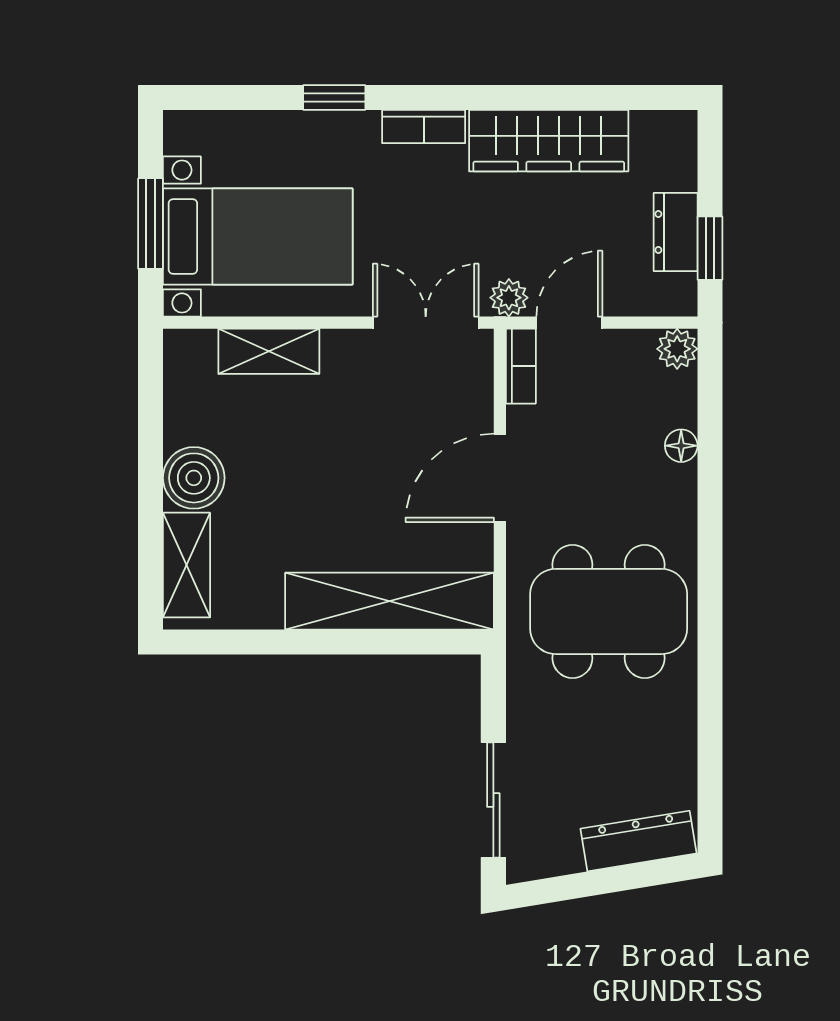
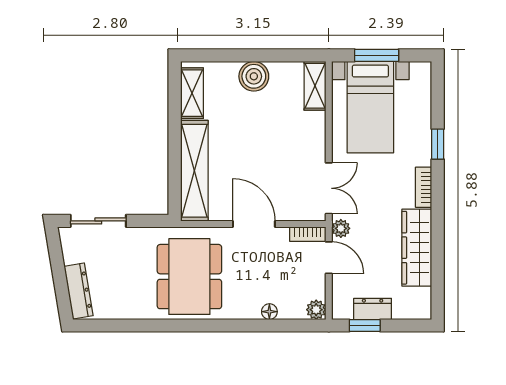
shelving: (269, 351) -> (315, 86), moved
shelving: (187, 565) -> (192, 93), moved, turned 90

